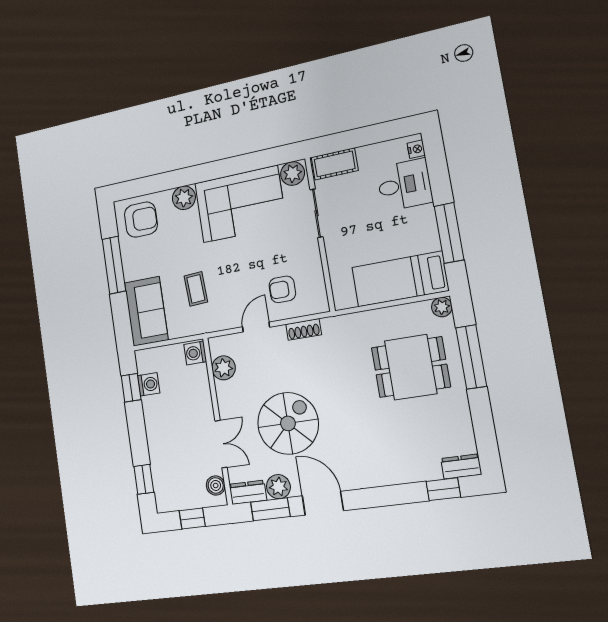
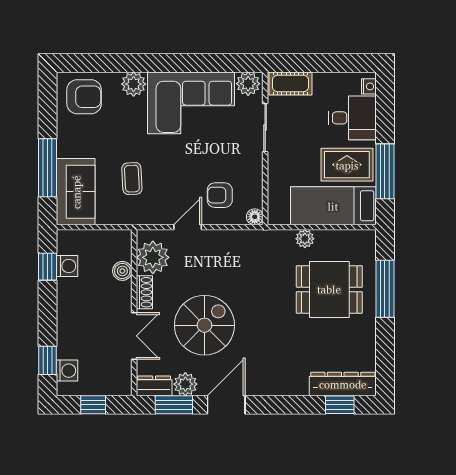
rug: (407, 234) -> (347, 165), added
window: (114, 265) -> (48, 168), moved
floor lamp: (321, 305) -> (255, 217), added
plant: (442, 307) -> (305, 239), moved
shoe rack: (304, 329) -> (144, 292), moved, turned -90
washing machine: (195, 353) -> (67, 371), moved, turned 180
plant: (224, 368) -> (153, 257), width x1.36, depth x1.36
dresser: (461, 466) -> (343, 384), width x1.96, depth x1.24
boiler: (216, 485) -> (122, 271), moved
door: (323, 503) -> (226, 405), hinge flipped

